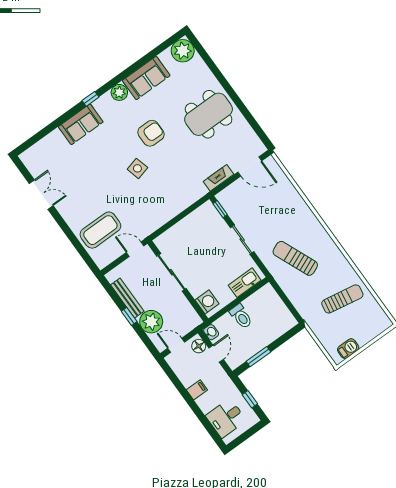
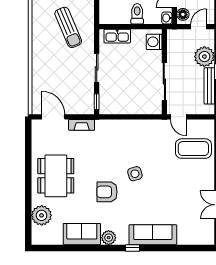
plant: (183, 51) -> (42, 215), moved
dining table: (209, 114) -> (56, 176), turned 90
sofa: (81, 124) -> (153, 235), width x1.36
door: (176, 345) -> (199, 27), swing flipped

